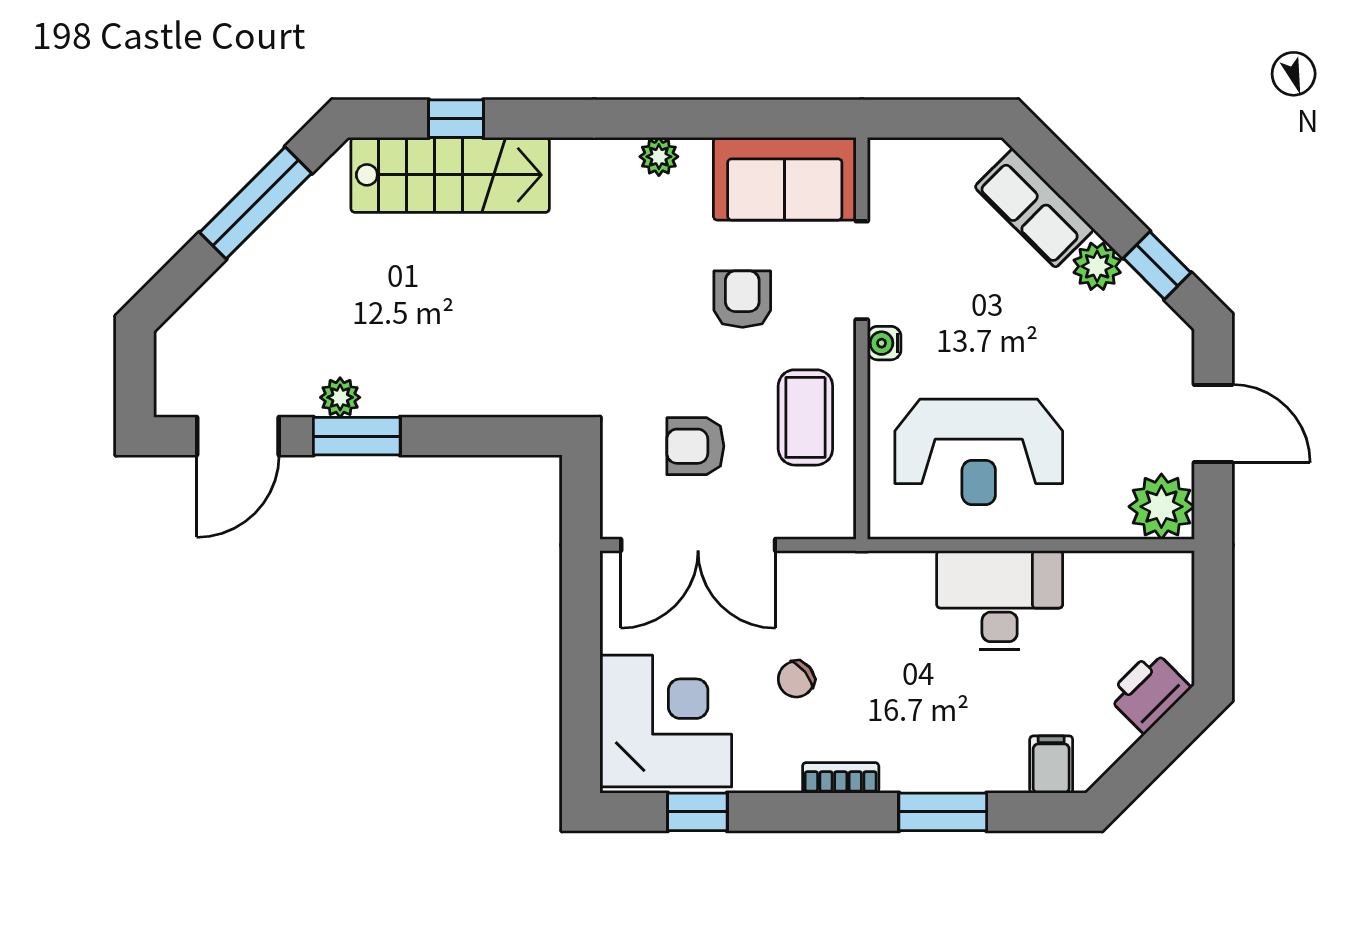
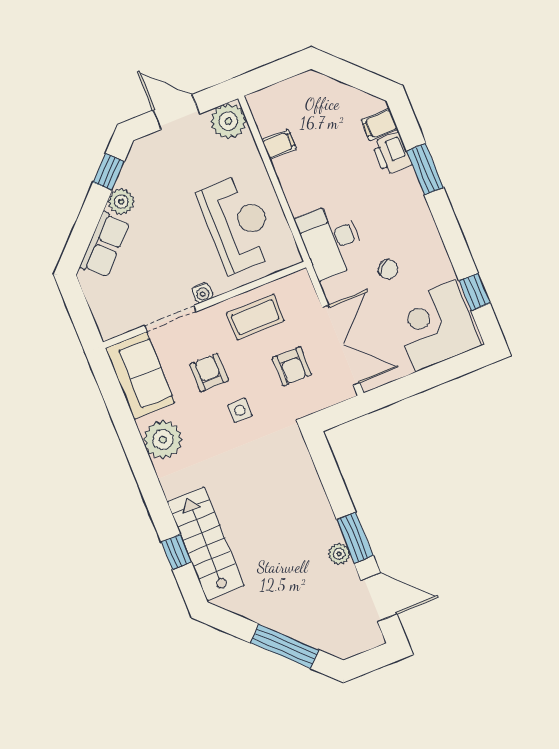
plant: (659, 157) -> (163, 440), width x1.87, depth x1.87
window: (256, 203) -> (285, 646), moved
armchair: (742, 299) -> (209, 373), turned 90
side table: (656, 326) -> (240, 410), added
door: (1213, 423) -> (176, 112), hinge flipped
filing cabinet: (1086, 577) -> (279, 144), added
desk: (1000, 600) -> (331, 241), moved
printer: (1149, 692) -> (392, 154), moved, turned 45
bookcase: (841, 778) -> (429, 227), removed

